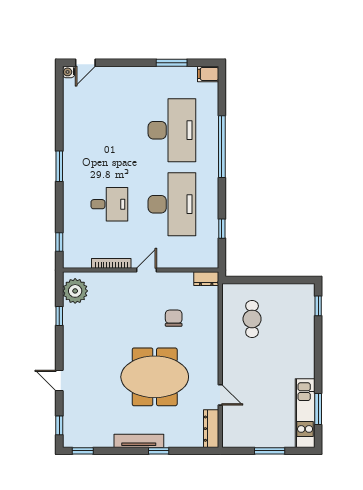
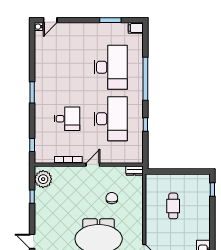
window: (222, 229) -> (145, 124), moved
cafe table: (252, 319) -> (173, 206), moved

